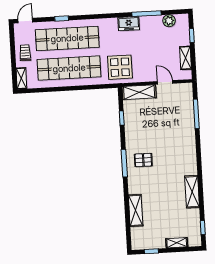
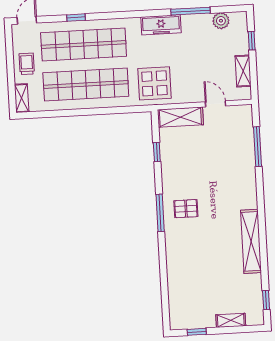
freezer: (129, 24) -> (161, 25), width x1.40
shelving: (192, 192) -> (251, 241), width x1.47
shelving: (136, 210) -> (175, 277), removed

